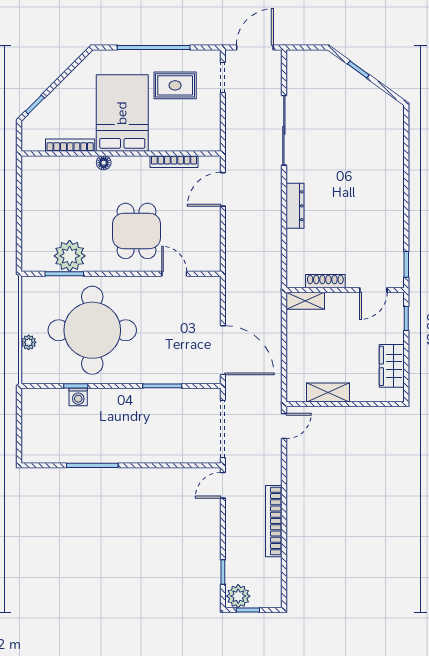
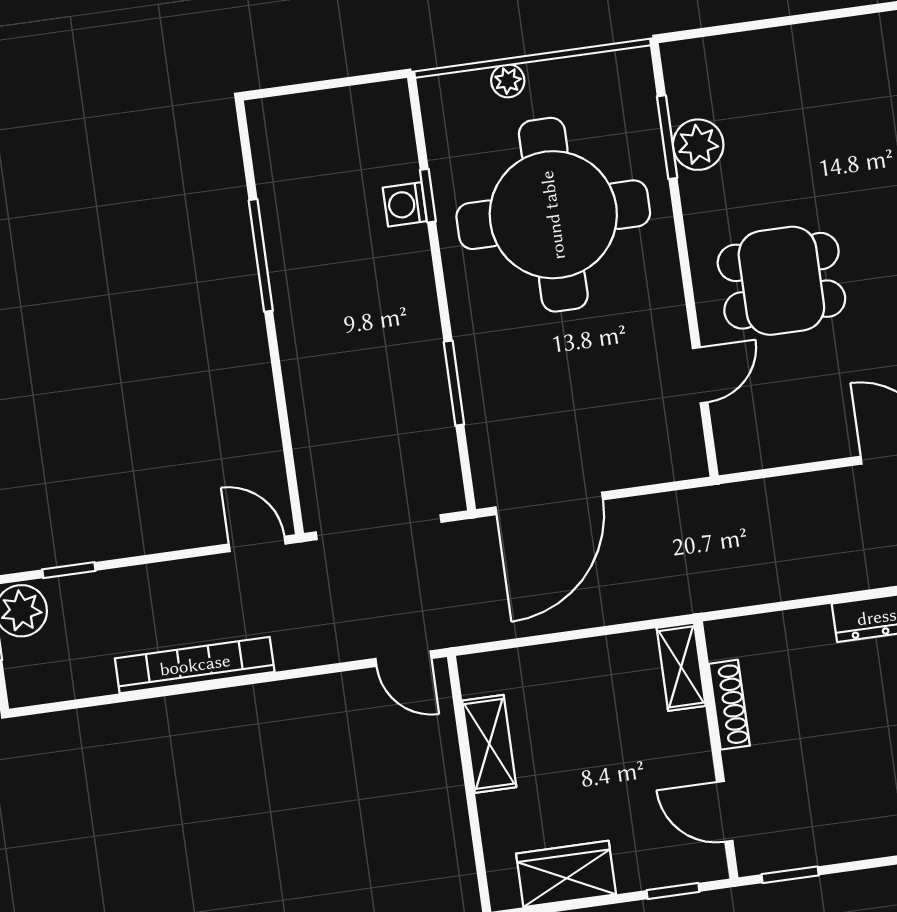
plant: (70, 256) -> (698, 145), width x0.73, depth x0.73

